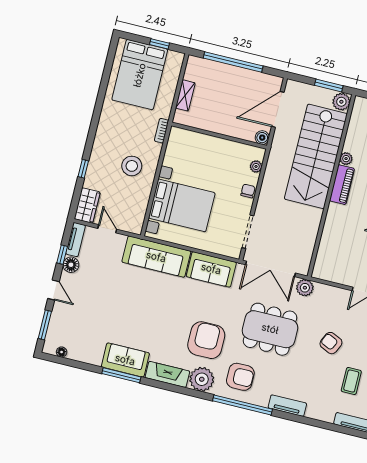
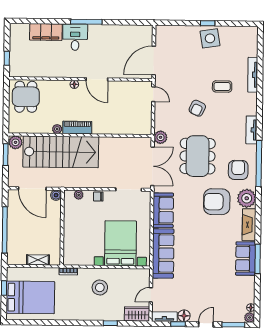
plant: (49, 348) -> (250, 317), added

